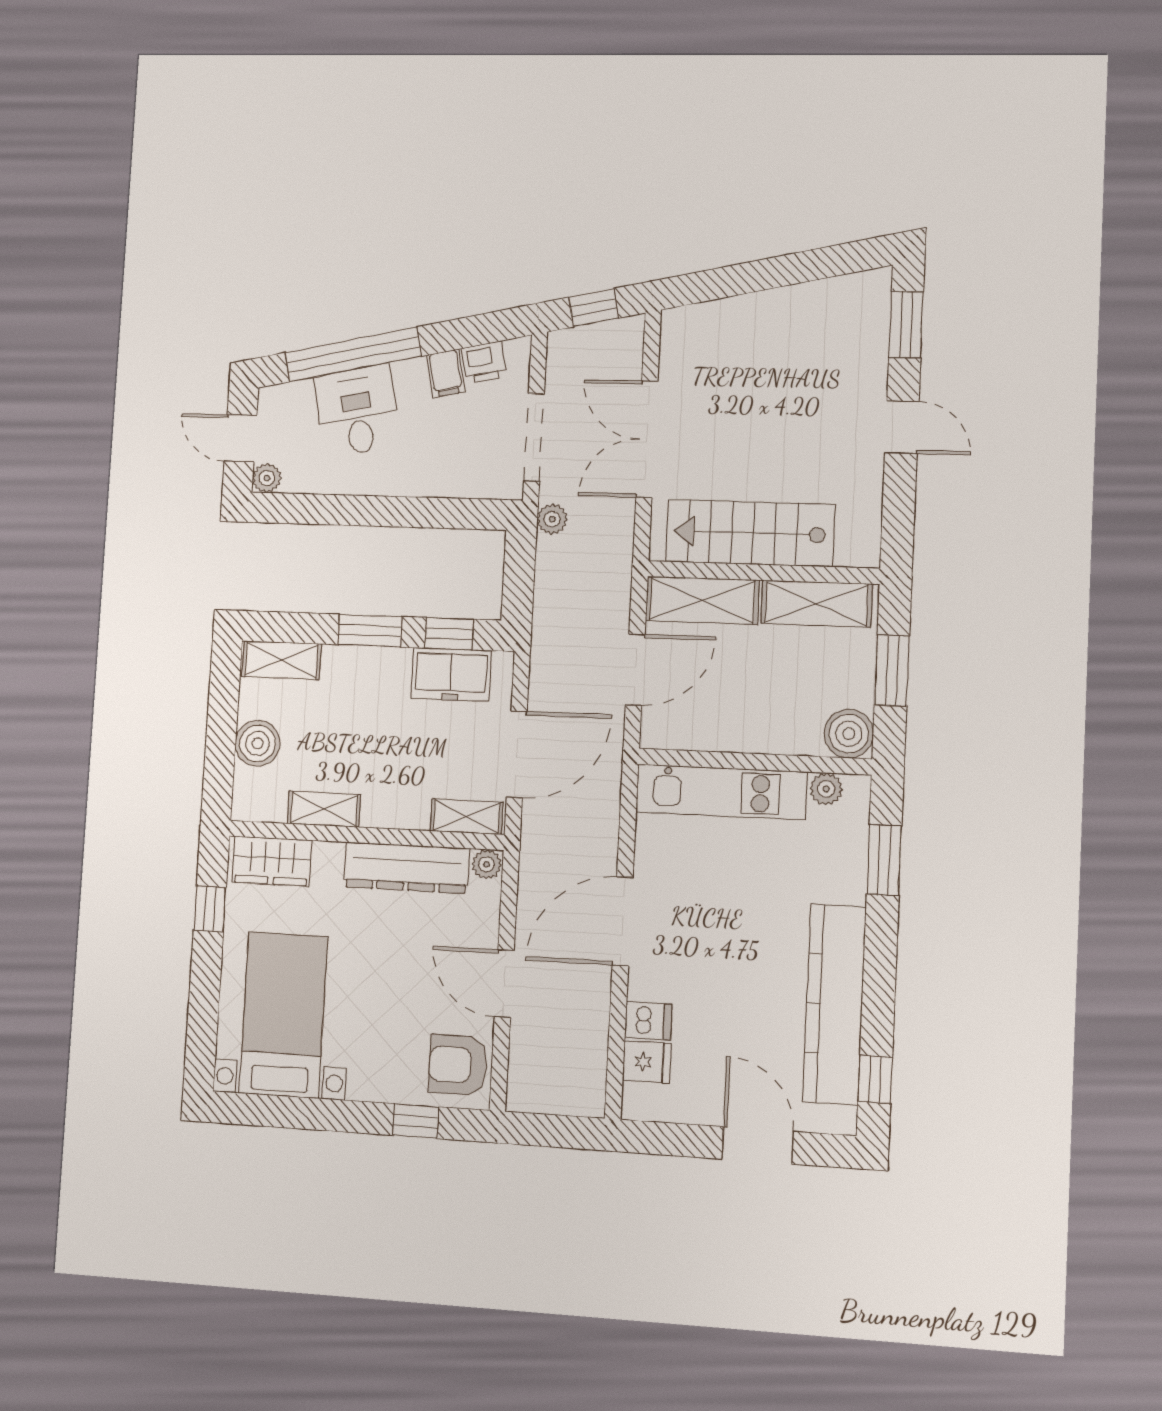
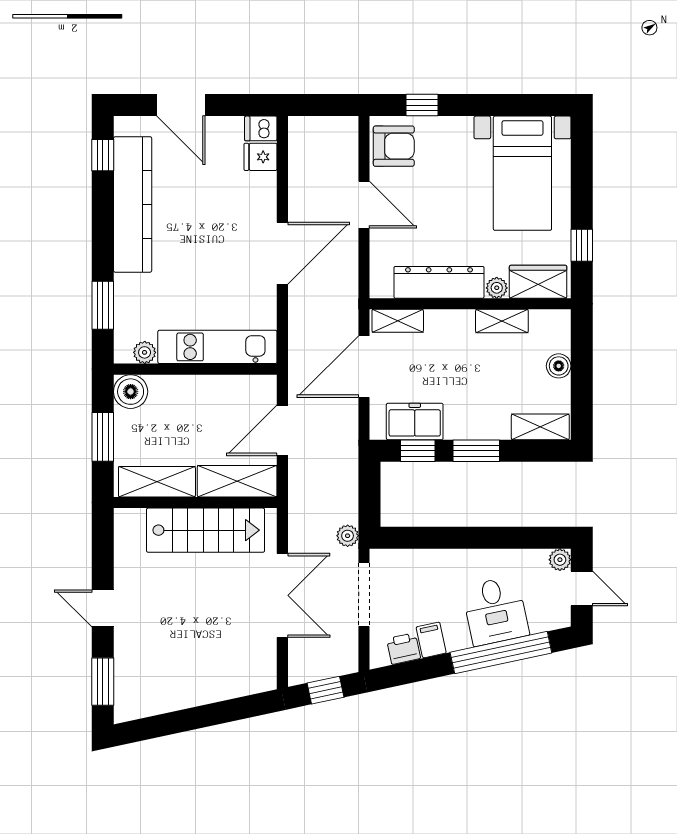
boiler: (257, 743) -> (559, 366), width x0.73, depth x0.73
plant: (487, 864) -> (497, 288), moved
dishwasher: (648, 1021) -> (261, 128), moved

